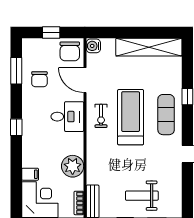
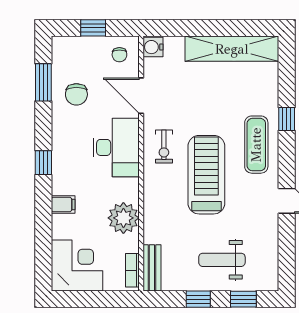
chair: (70, 51) -> (119, 55), width x0.54, depth x0.54
desk: (67, 117) -> (116, 147), width x1.37
treadmill: (131, 117) -> (206, 175), moved
filing cabinet: (30, 174) -> (63, 204), moved

